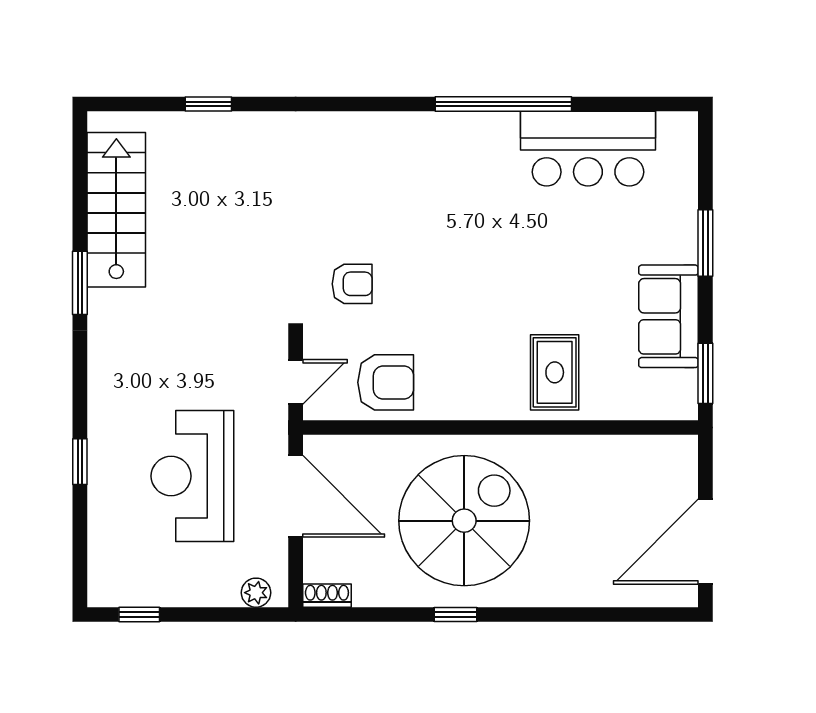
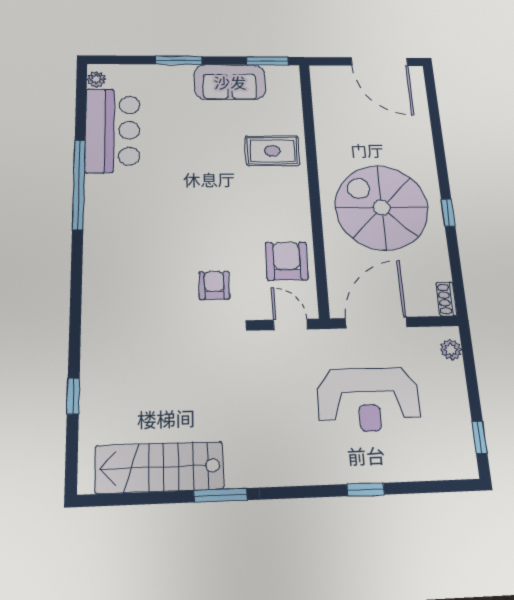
plant: (672, 125) -> (96, 79), added

